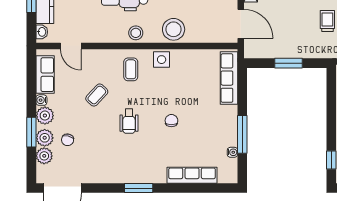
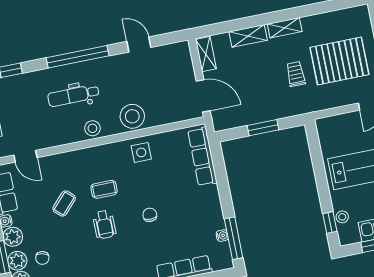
side table: (162, 60) -> (141, 152), moved
coffee table: (131, 69) -> (104, 189), moved, turned 90
window: (242, 134) -> (234, 238), moved

